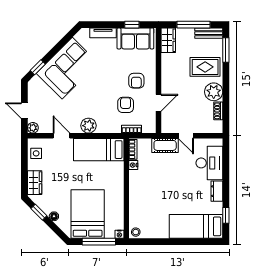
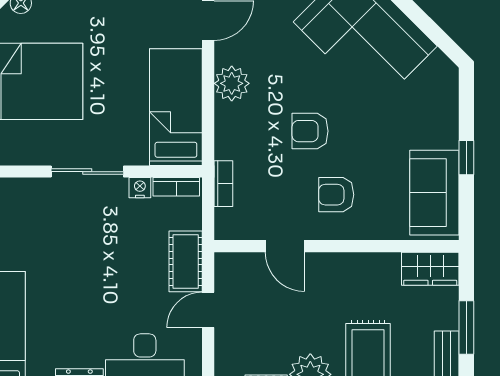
window: (132, 25) -> (466, 158), moved
window: (193, 25) -> (466, 328), width x0.69
tv unit: (103, 33) -> (447, 117), removed
armchair: (126, 105) -> (310, 131), moved, turned 180
sliding door: (126, 188) -> (87, 172), added

